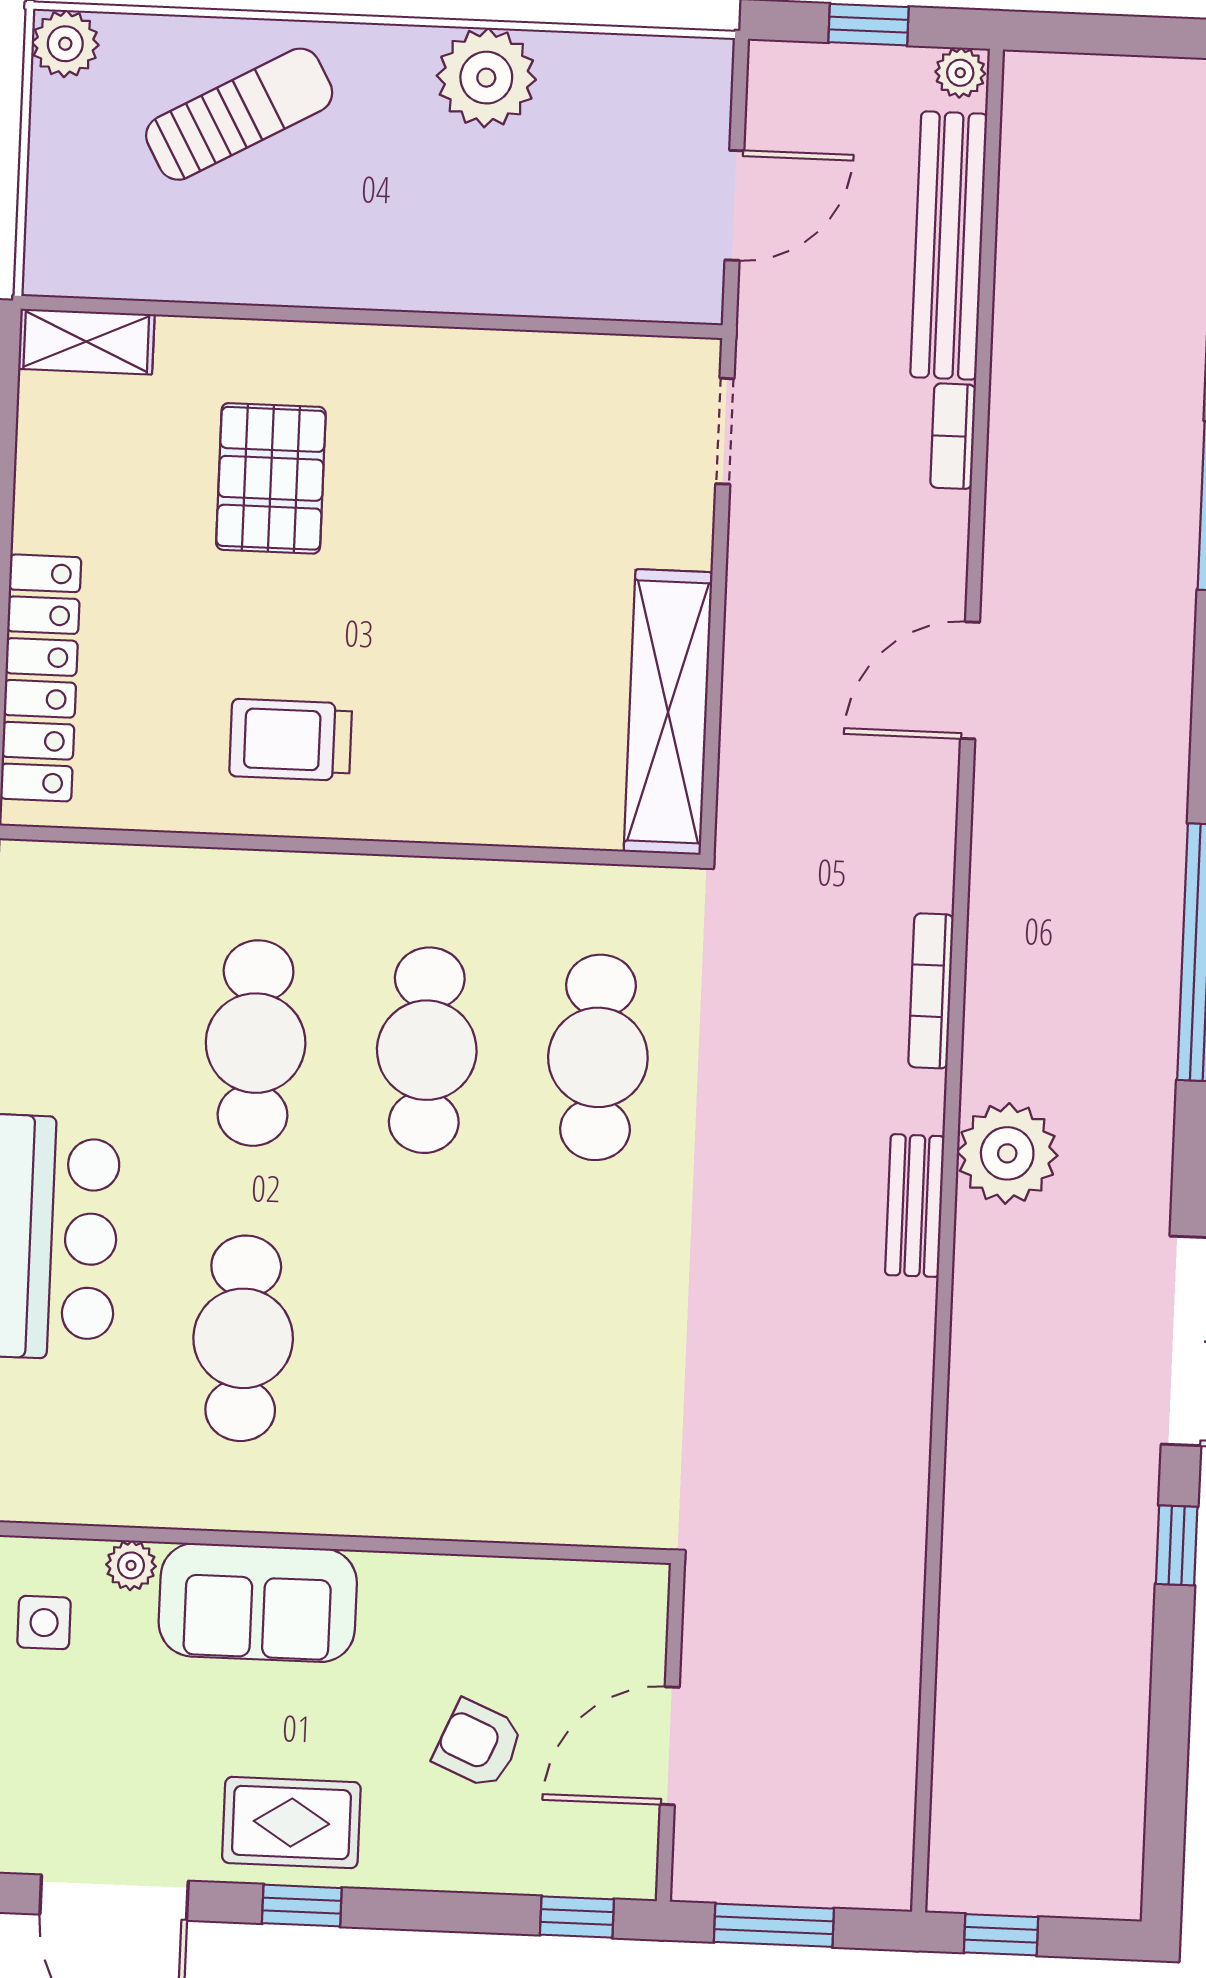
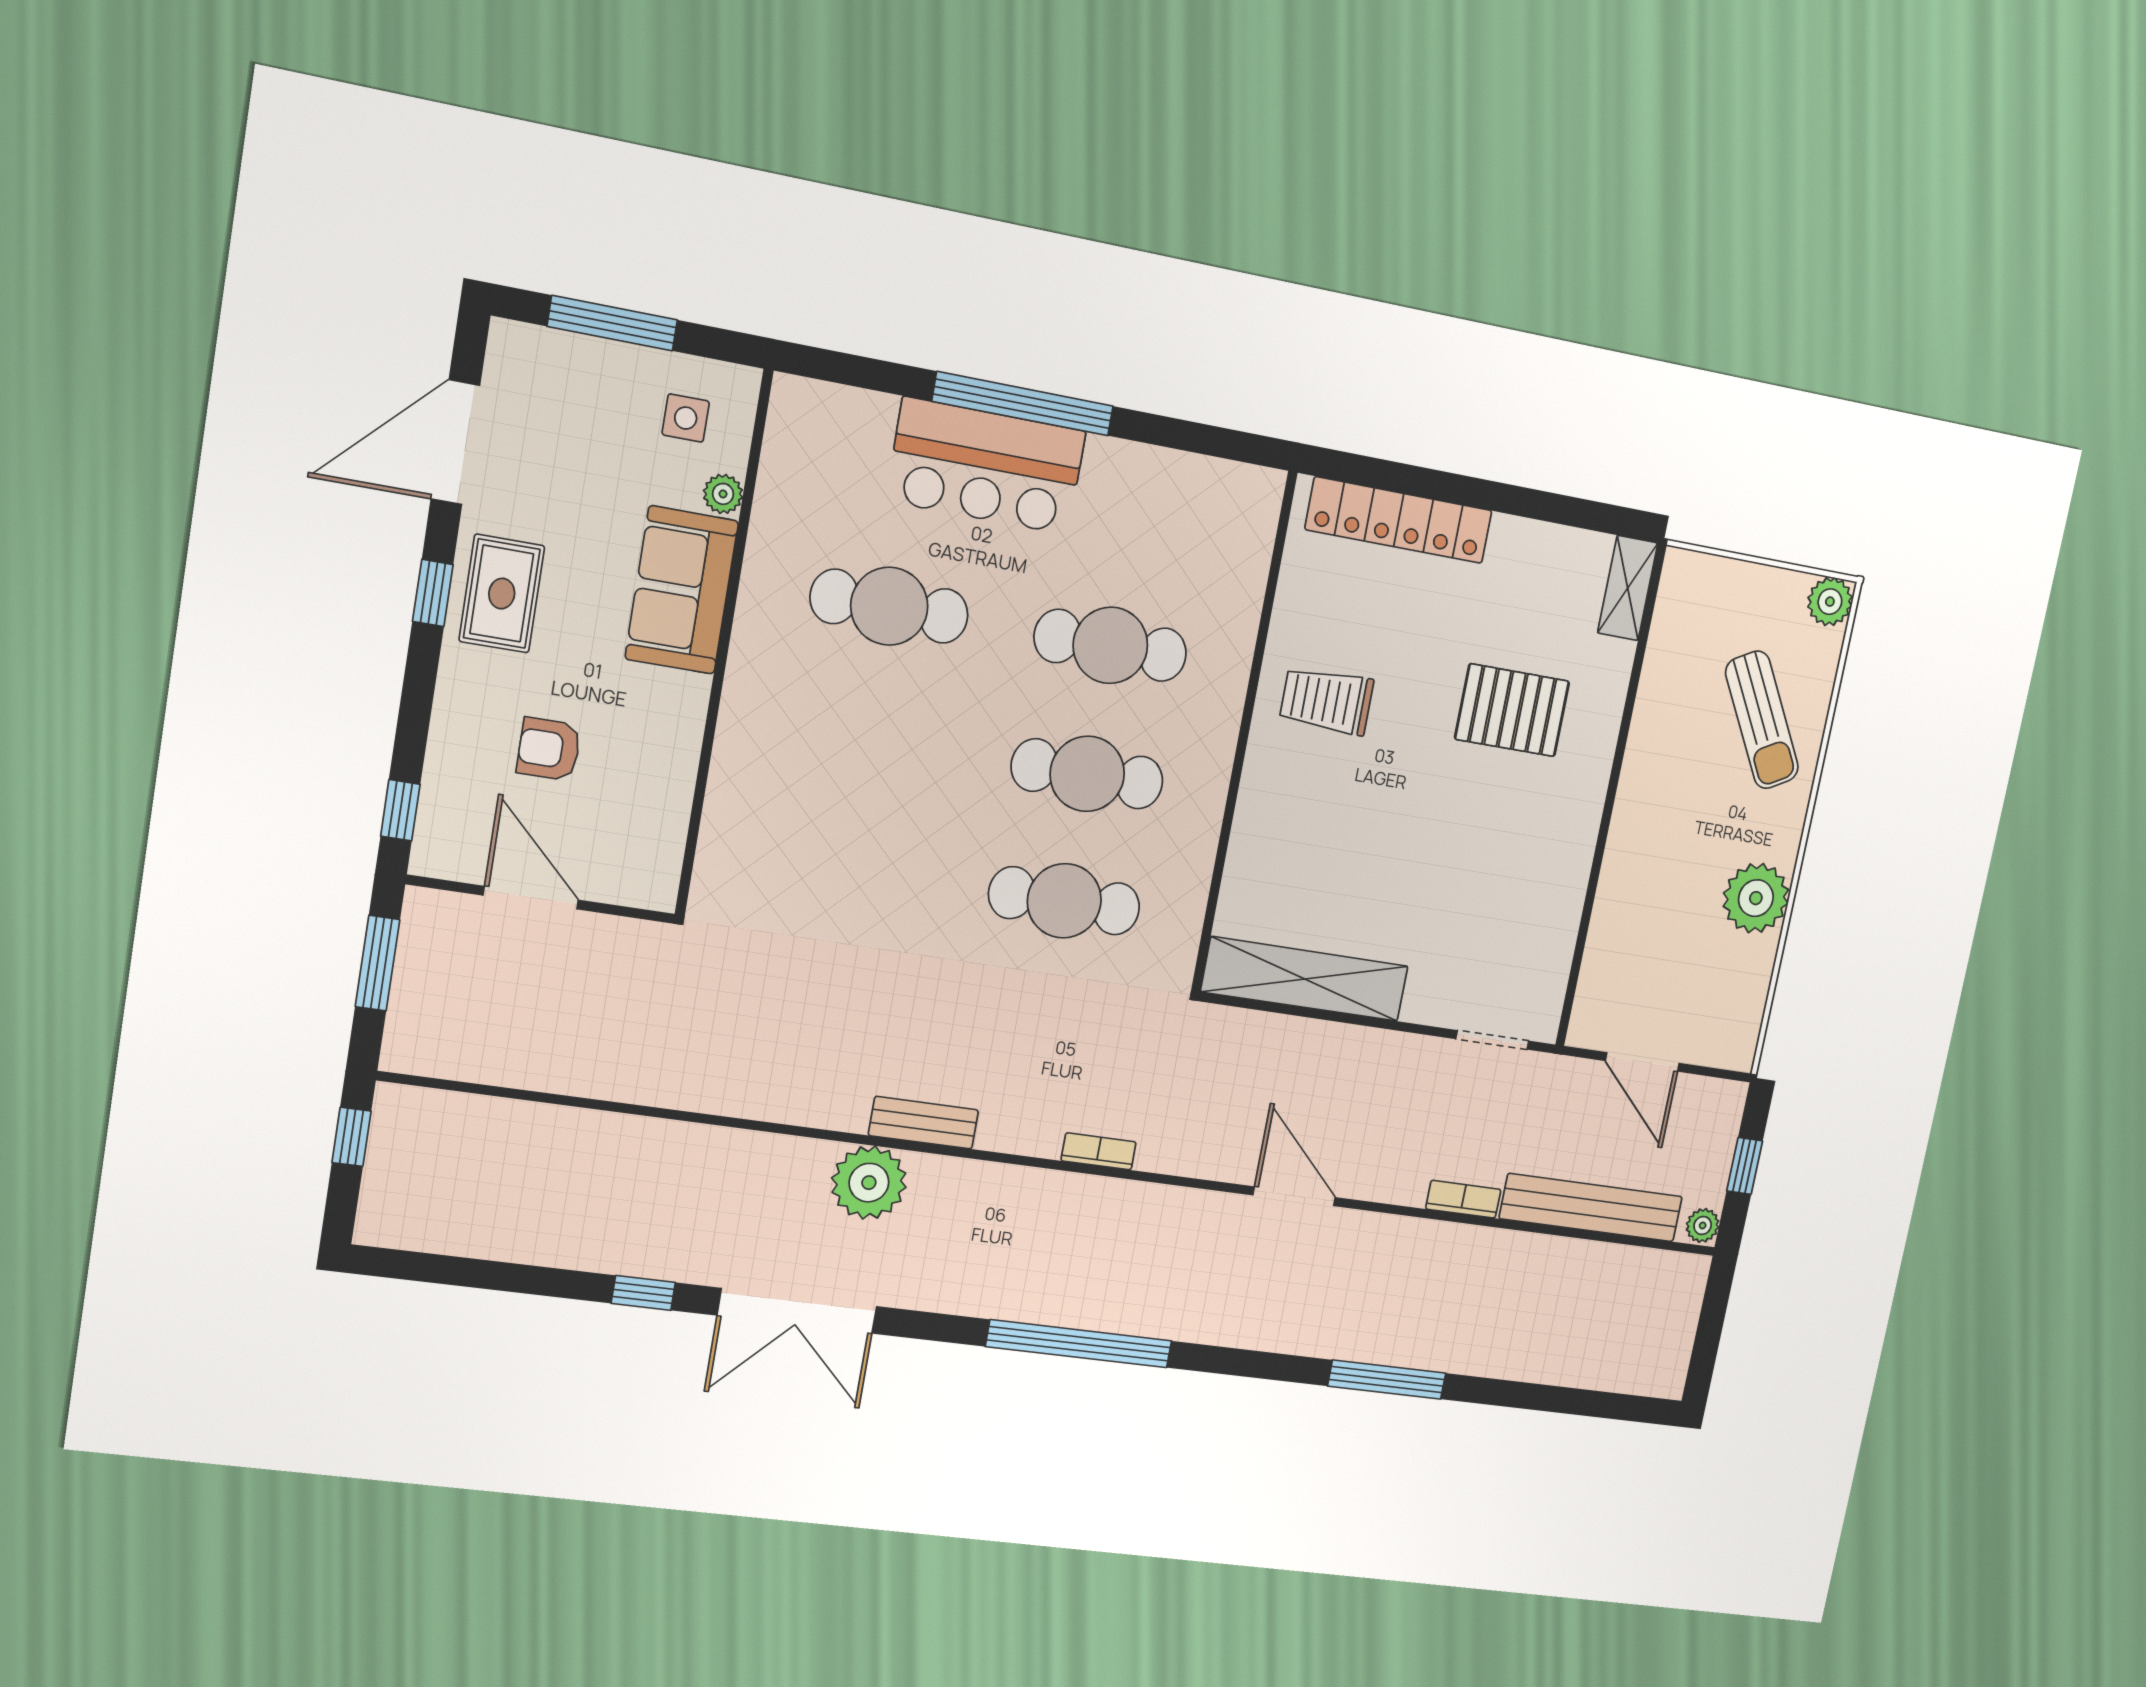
trolley: (291, 740) -> (1327, 701), turned -90
bookcase: (931, 991) -> (1099, 1151), width x0.64
plant: (1007, 1153) -> (869, 1183), moved
armchair: (478, 1744) -> (549, 749), turned -113

